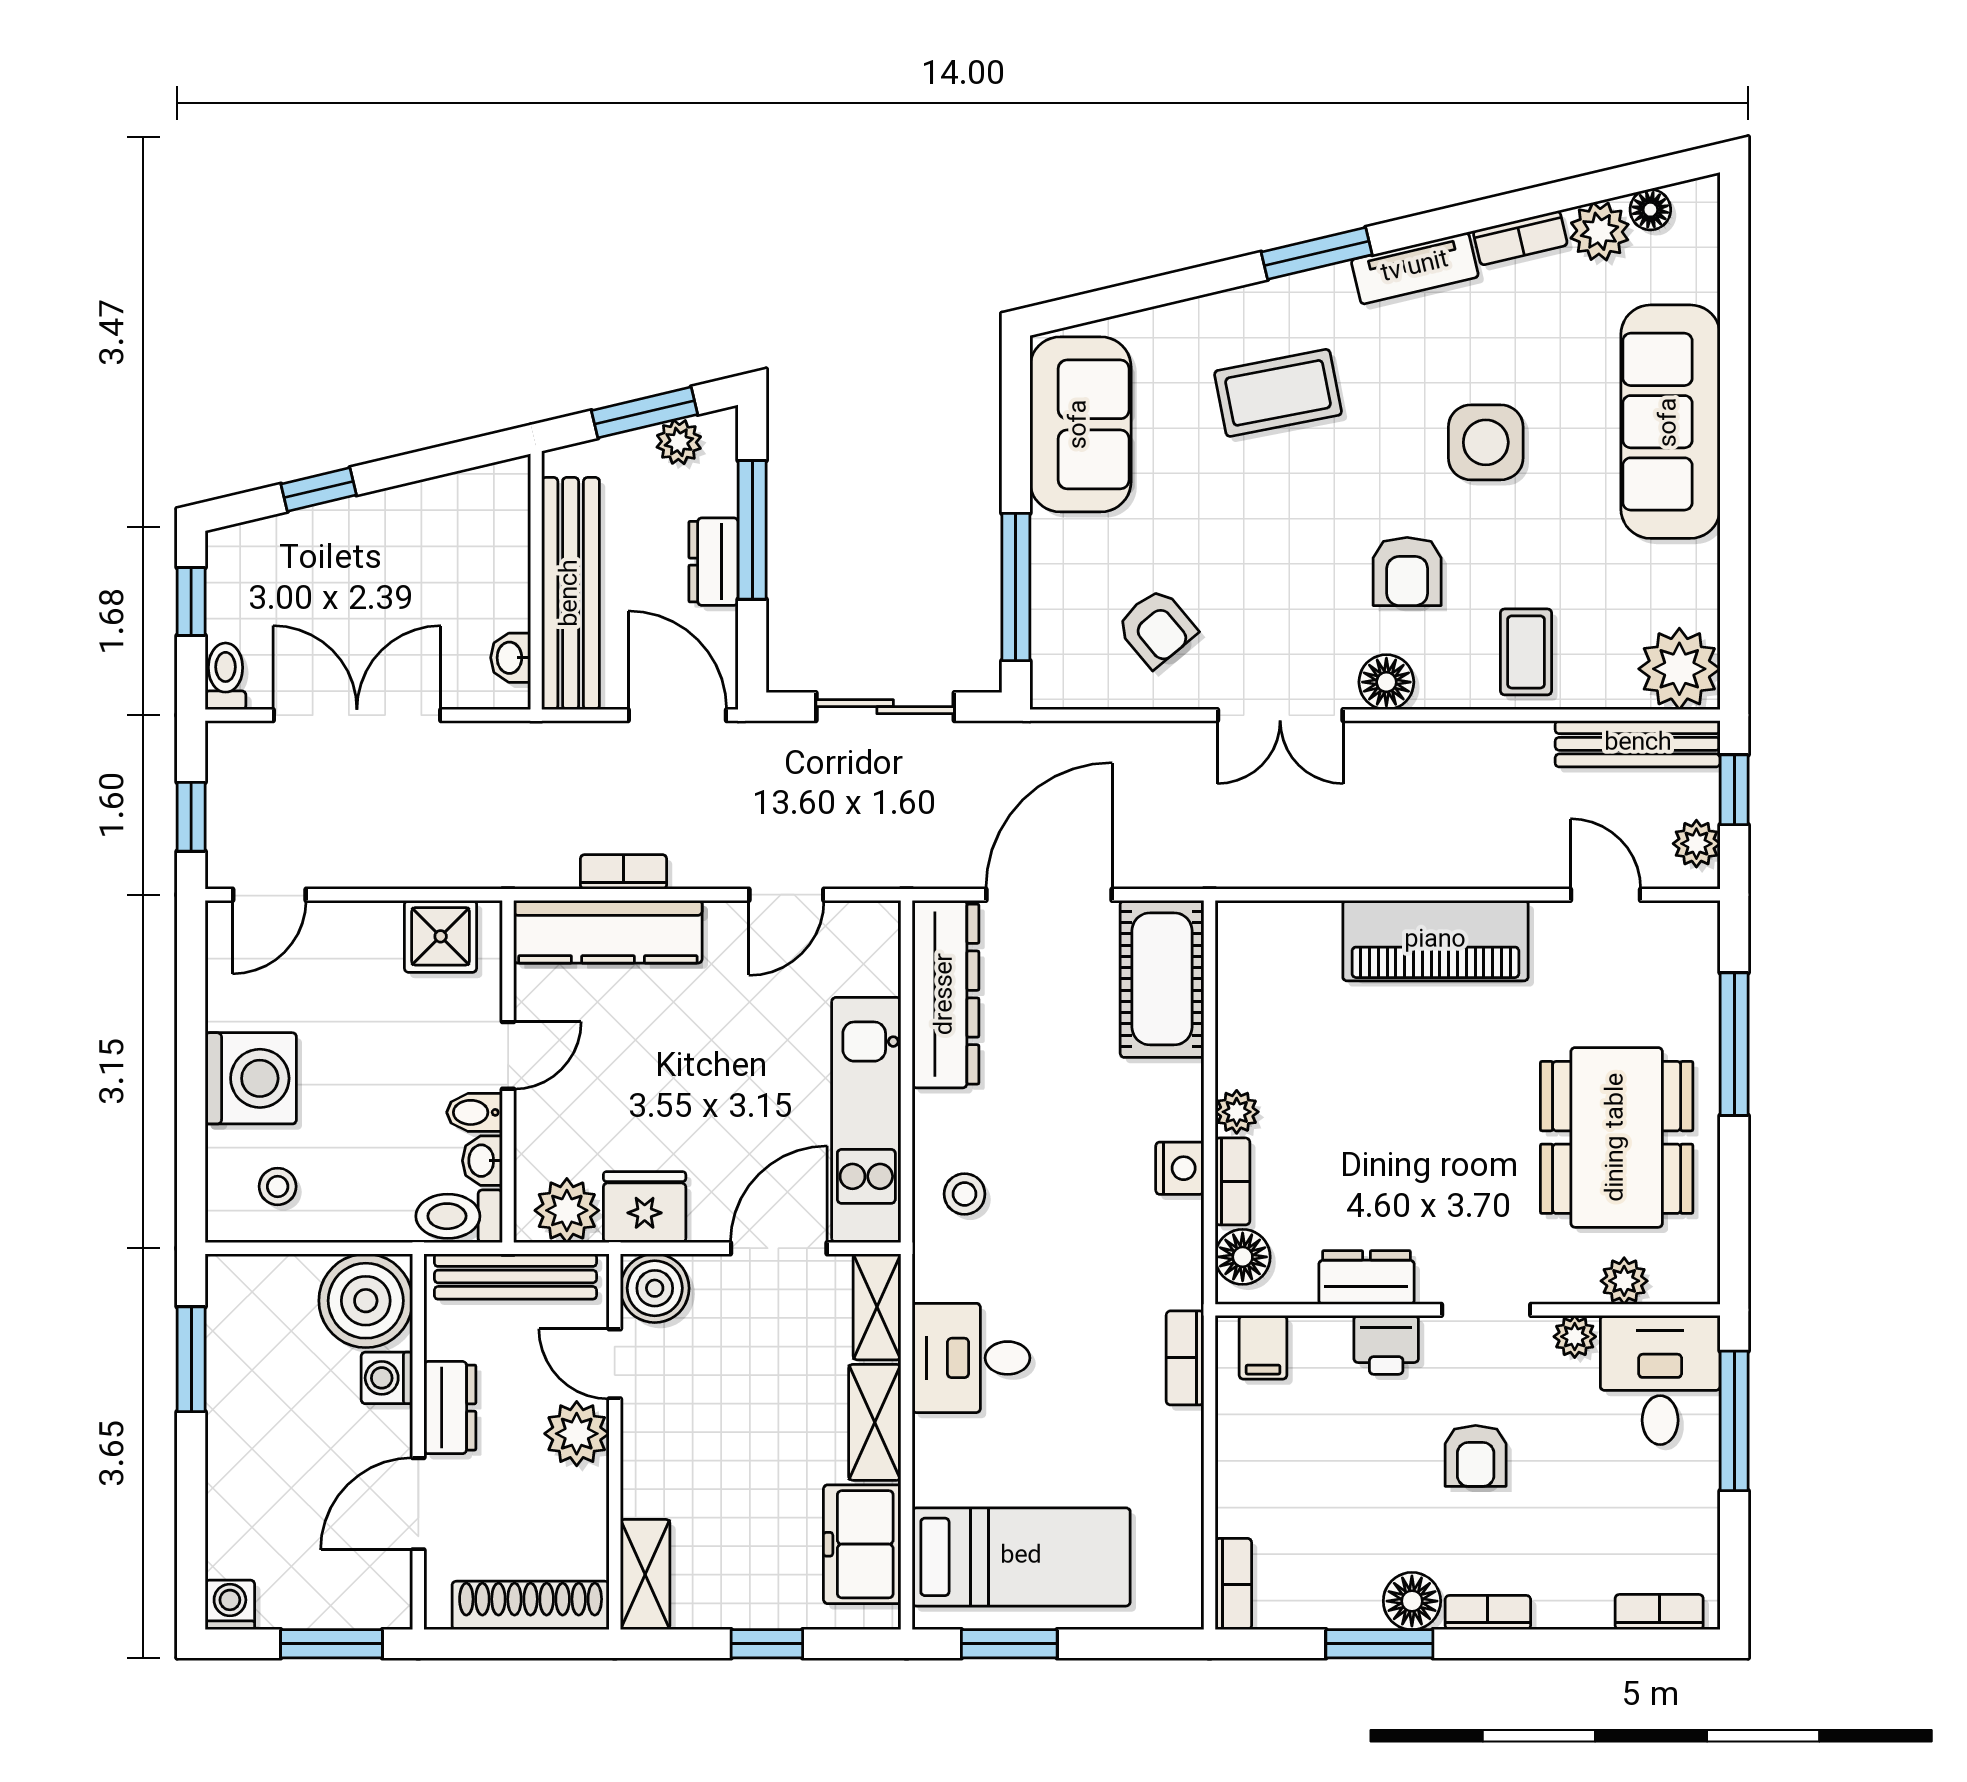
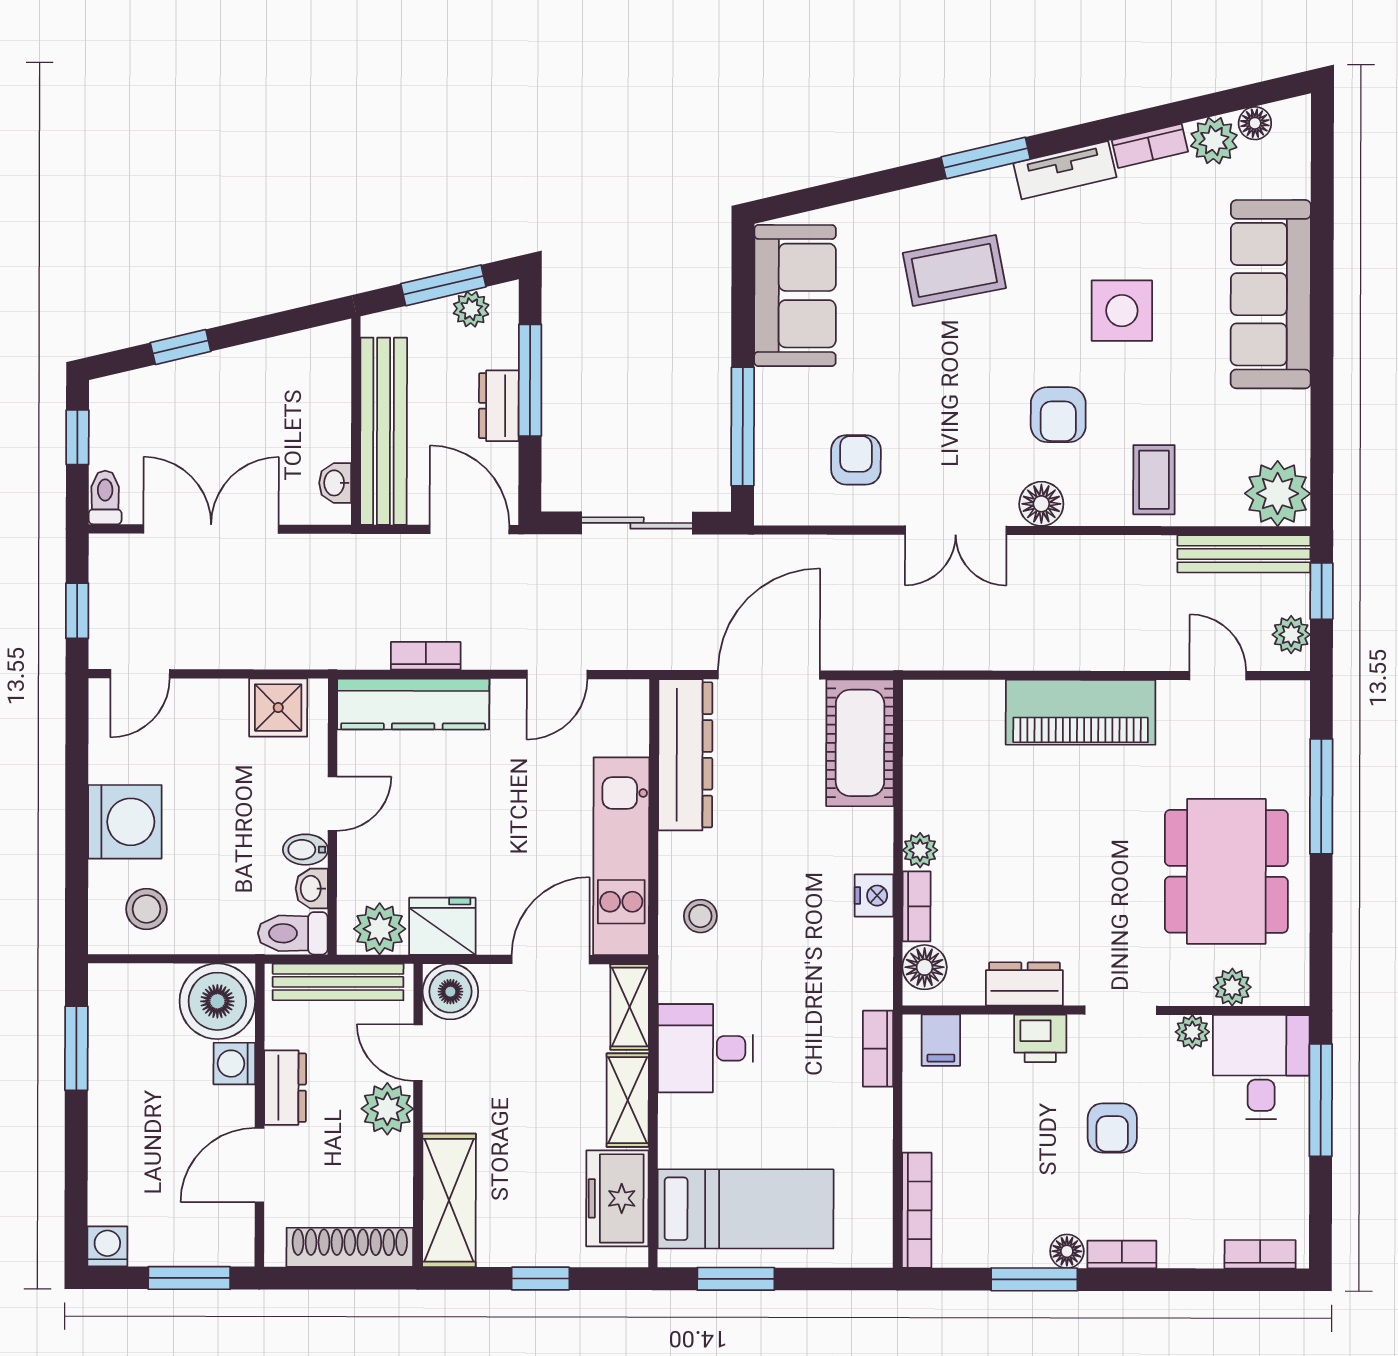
armchair: (1156, 628) -> (856, 460), turned -140
stool: (278, 1186) -> (146, 909), width x1.37, depth x1.37
shelving: (645, 1575) -> (449, 1200), width x1.50, depth x1.33
bookcase: (1233, 1584) -> (917, 1210), width x1.56
floor lamp: (1412, 1601) -> (1067, 1251), width x0.73, depth x0.73

